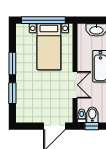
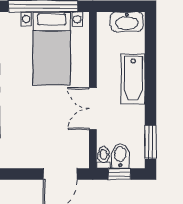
double door: (75, 85) -> (93, 109), swing flipped

